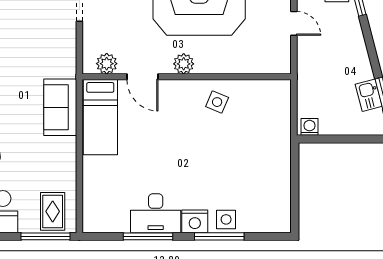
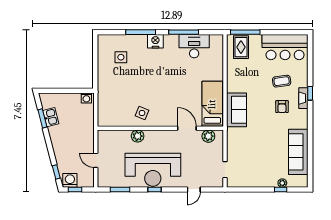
plant: (184, 64) -> (138, 136), moved
desk: (156, 213) -> (194, 46), moved
side table: (226, 219) -> (121, 57), moved

